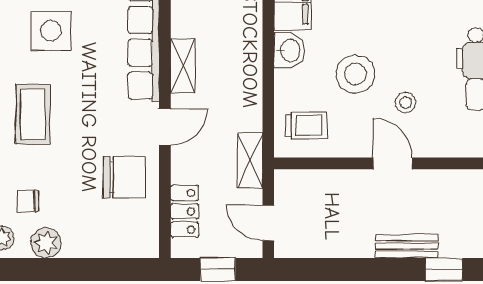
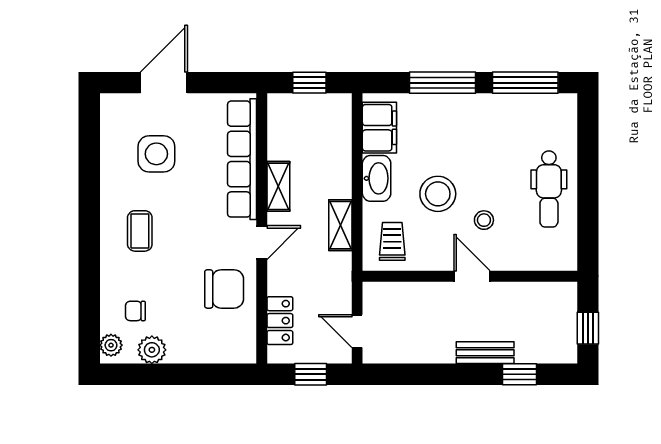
washbasin: (289, 50) -> (377, 178), width x1.38
coffee table: (33, 114) -> (140, 231), width x0.73, depth x0.77
trolley: (306, 125) -> (392, 241), turned -90
shelving: (250, 161) -> (340, 225), moved

